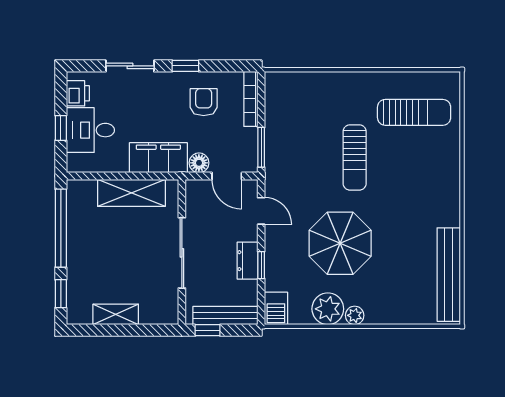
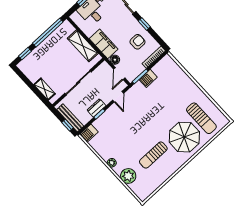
barbecue: (276, 138) -> (148, 78), added
sun lounger: (355, 157) -> (153, 155), moved
parasol: (340, 243) -> (184, 137), moved
bench: (449, 275) -> (156, 182), removed
plant: (328, 309) -> (128, 176), moved
shelving: (116, 314) -> (45, 89), moved
window: (208, 330) -> (68, 125), moved

